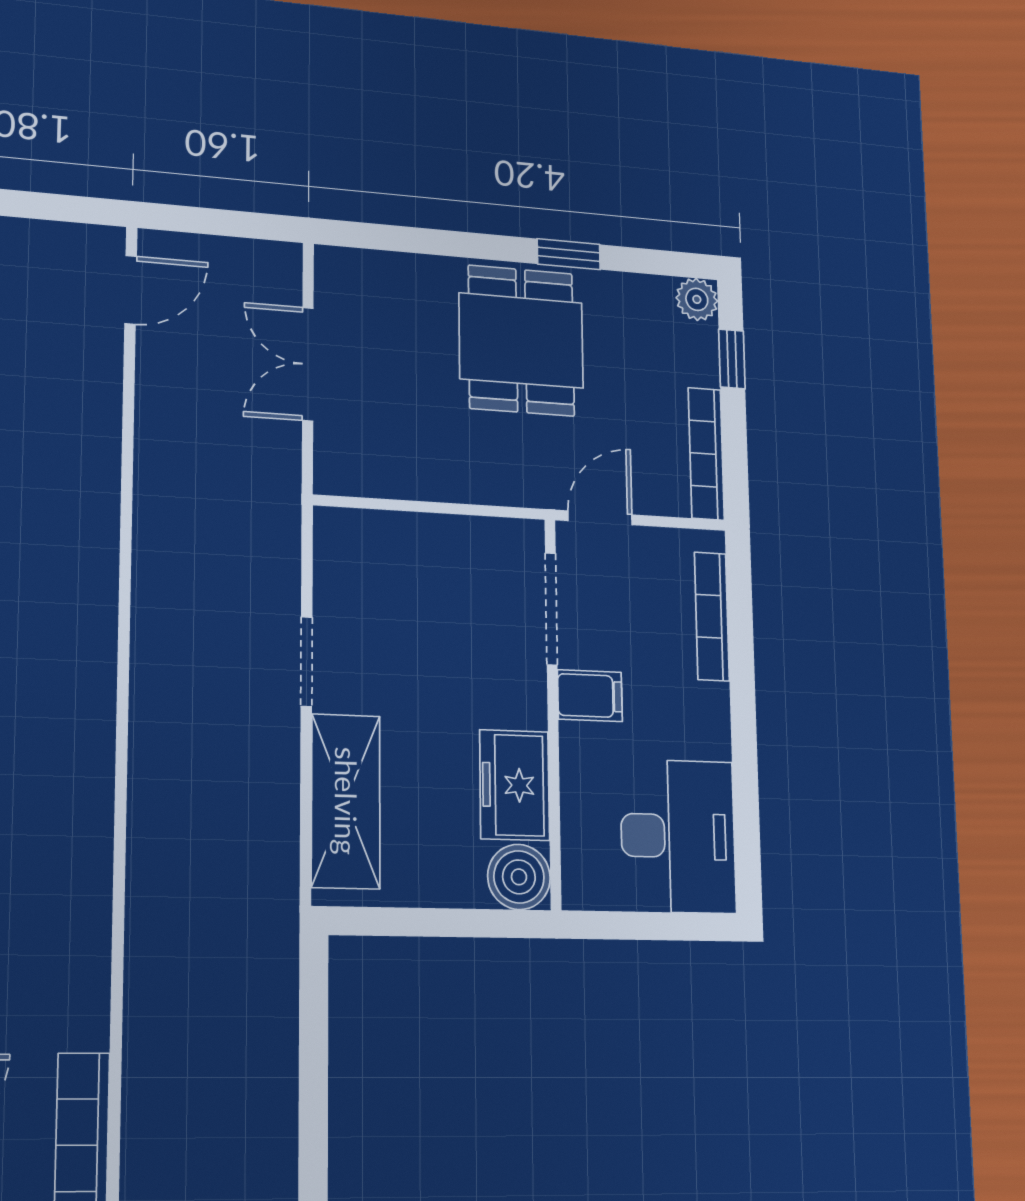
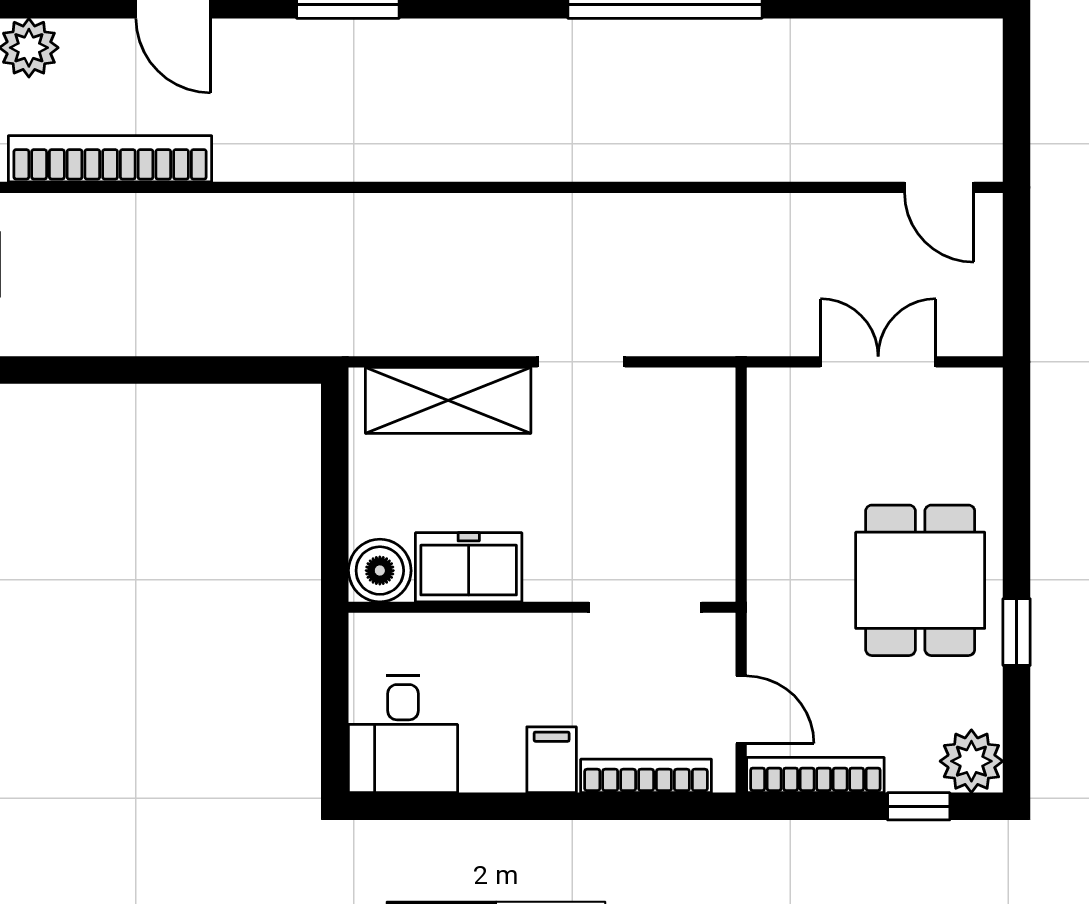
plant: (697, 299) -> (971, 761), width x1.38, depth x1.38
dining table: (521, 341) -> (920, 580), turned 90
door: (600, 518) -> (741, 710), moved
filing cabinet: (590, 696) -> (552, 760), moved, turned 180
desk: (678, 836) -> (403, 734), width x0.73

